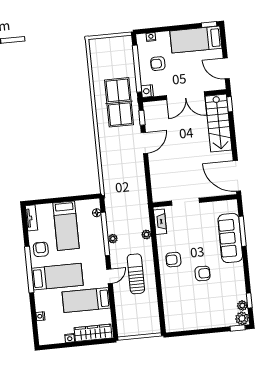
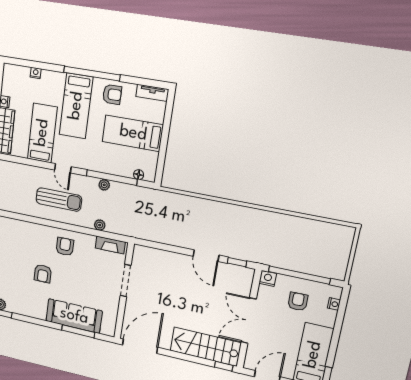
table tennis table: (119, 102) -> (264, 241), removed

